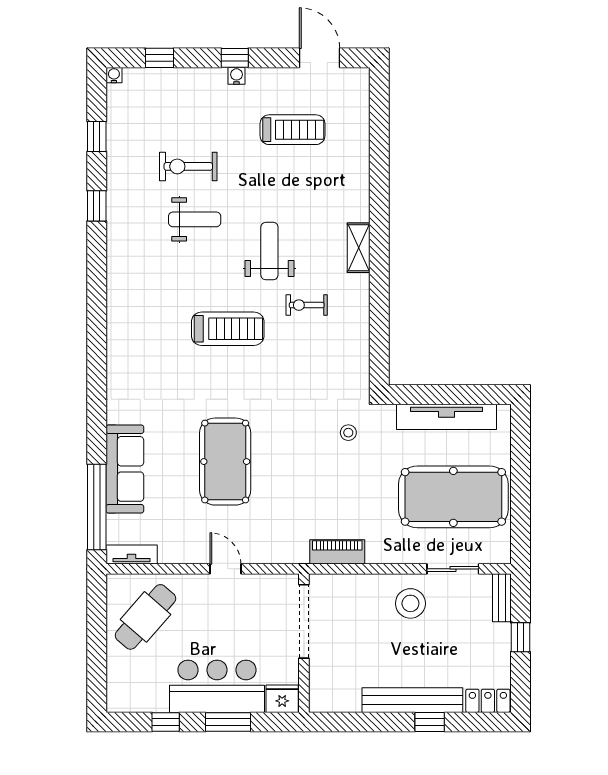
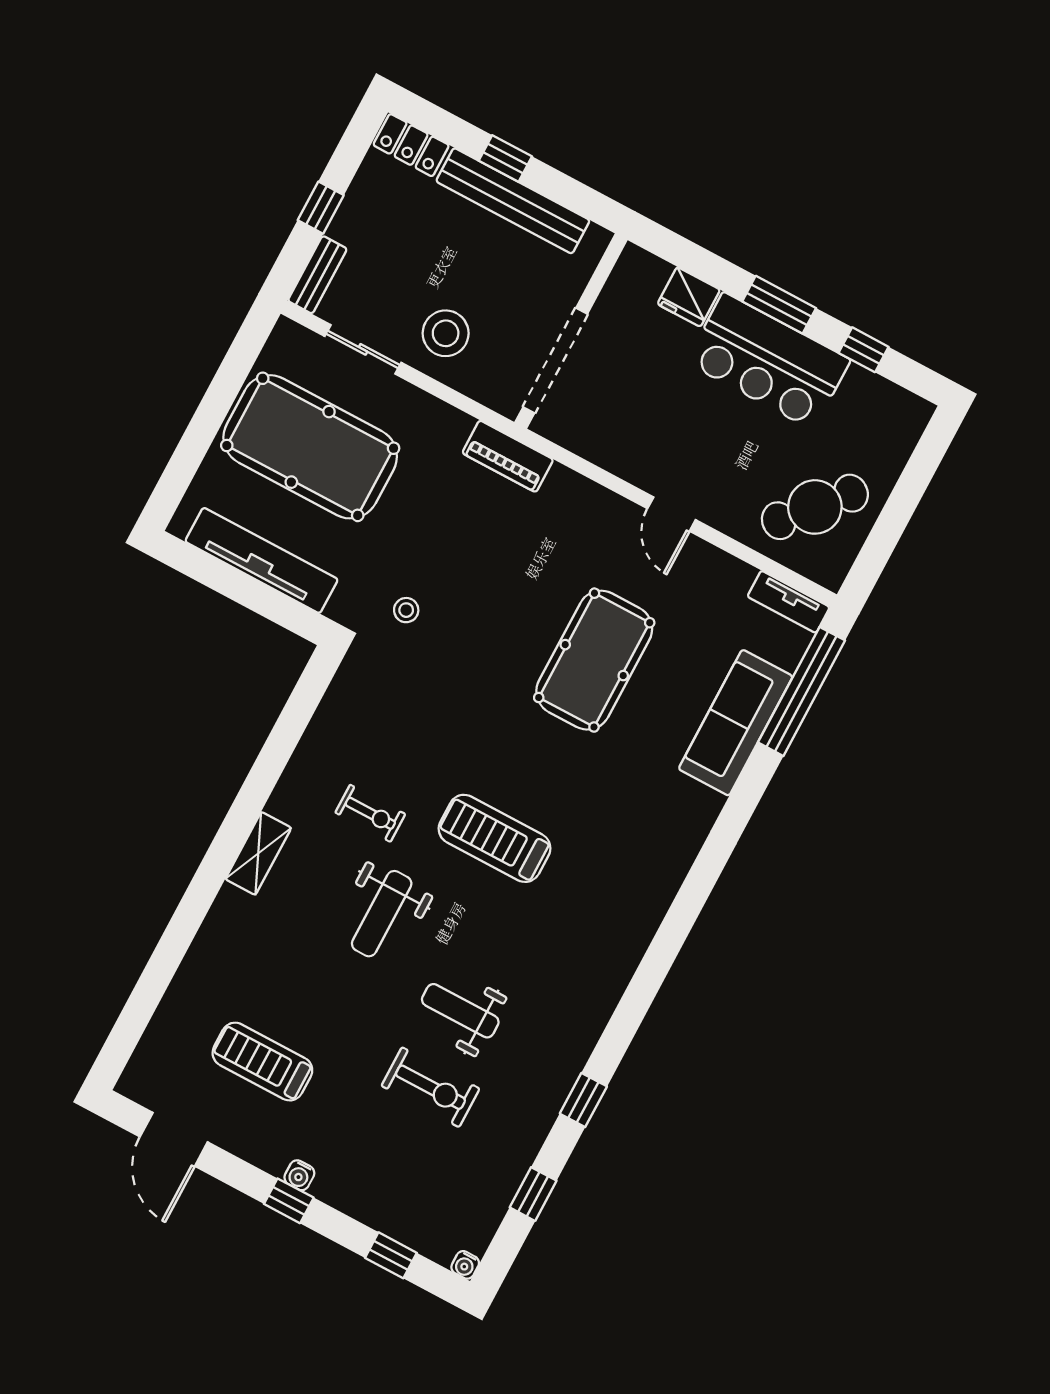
doorway: (304, 621) -> (555, 361), moved
wall: (304, 643) -> (571, 331), moved

